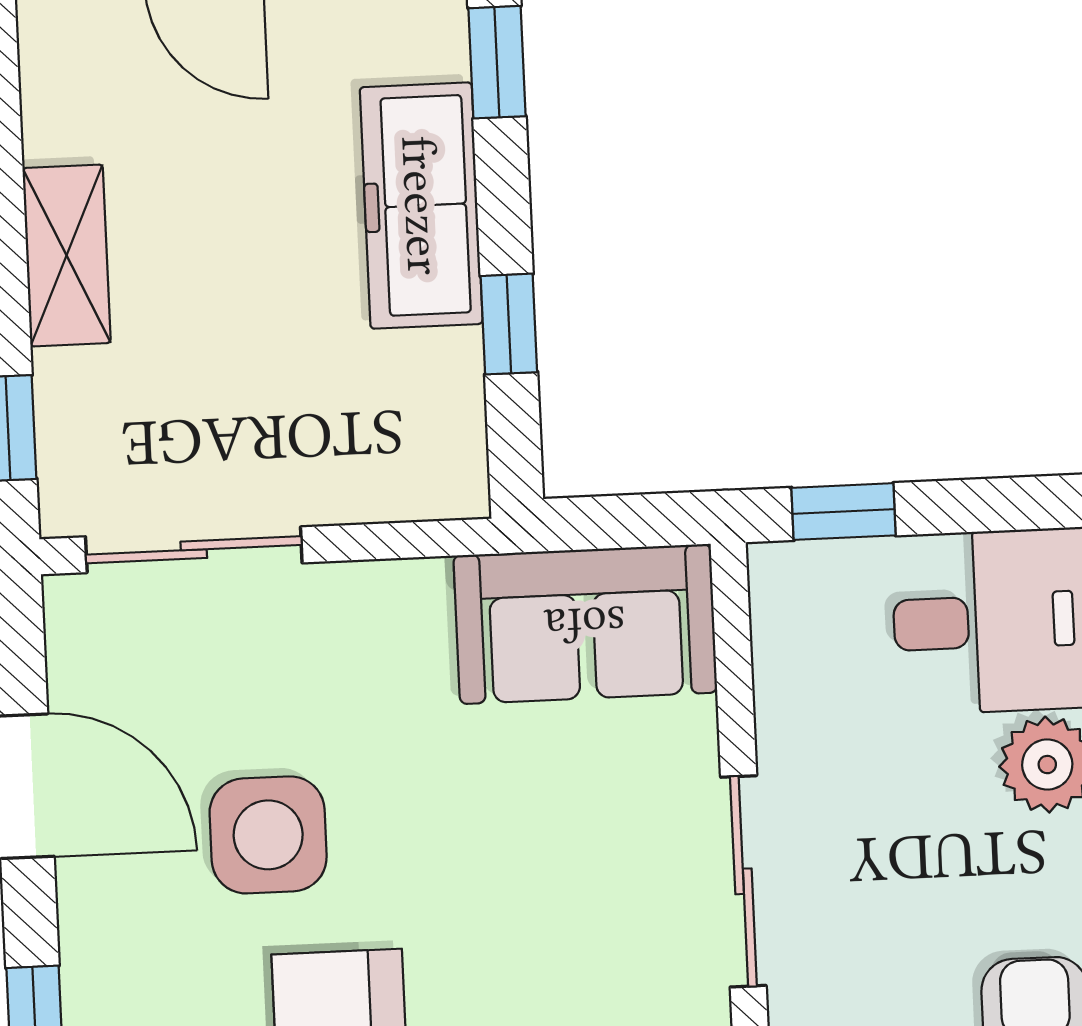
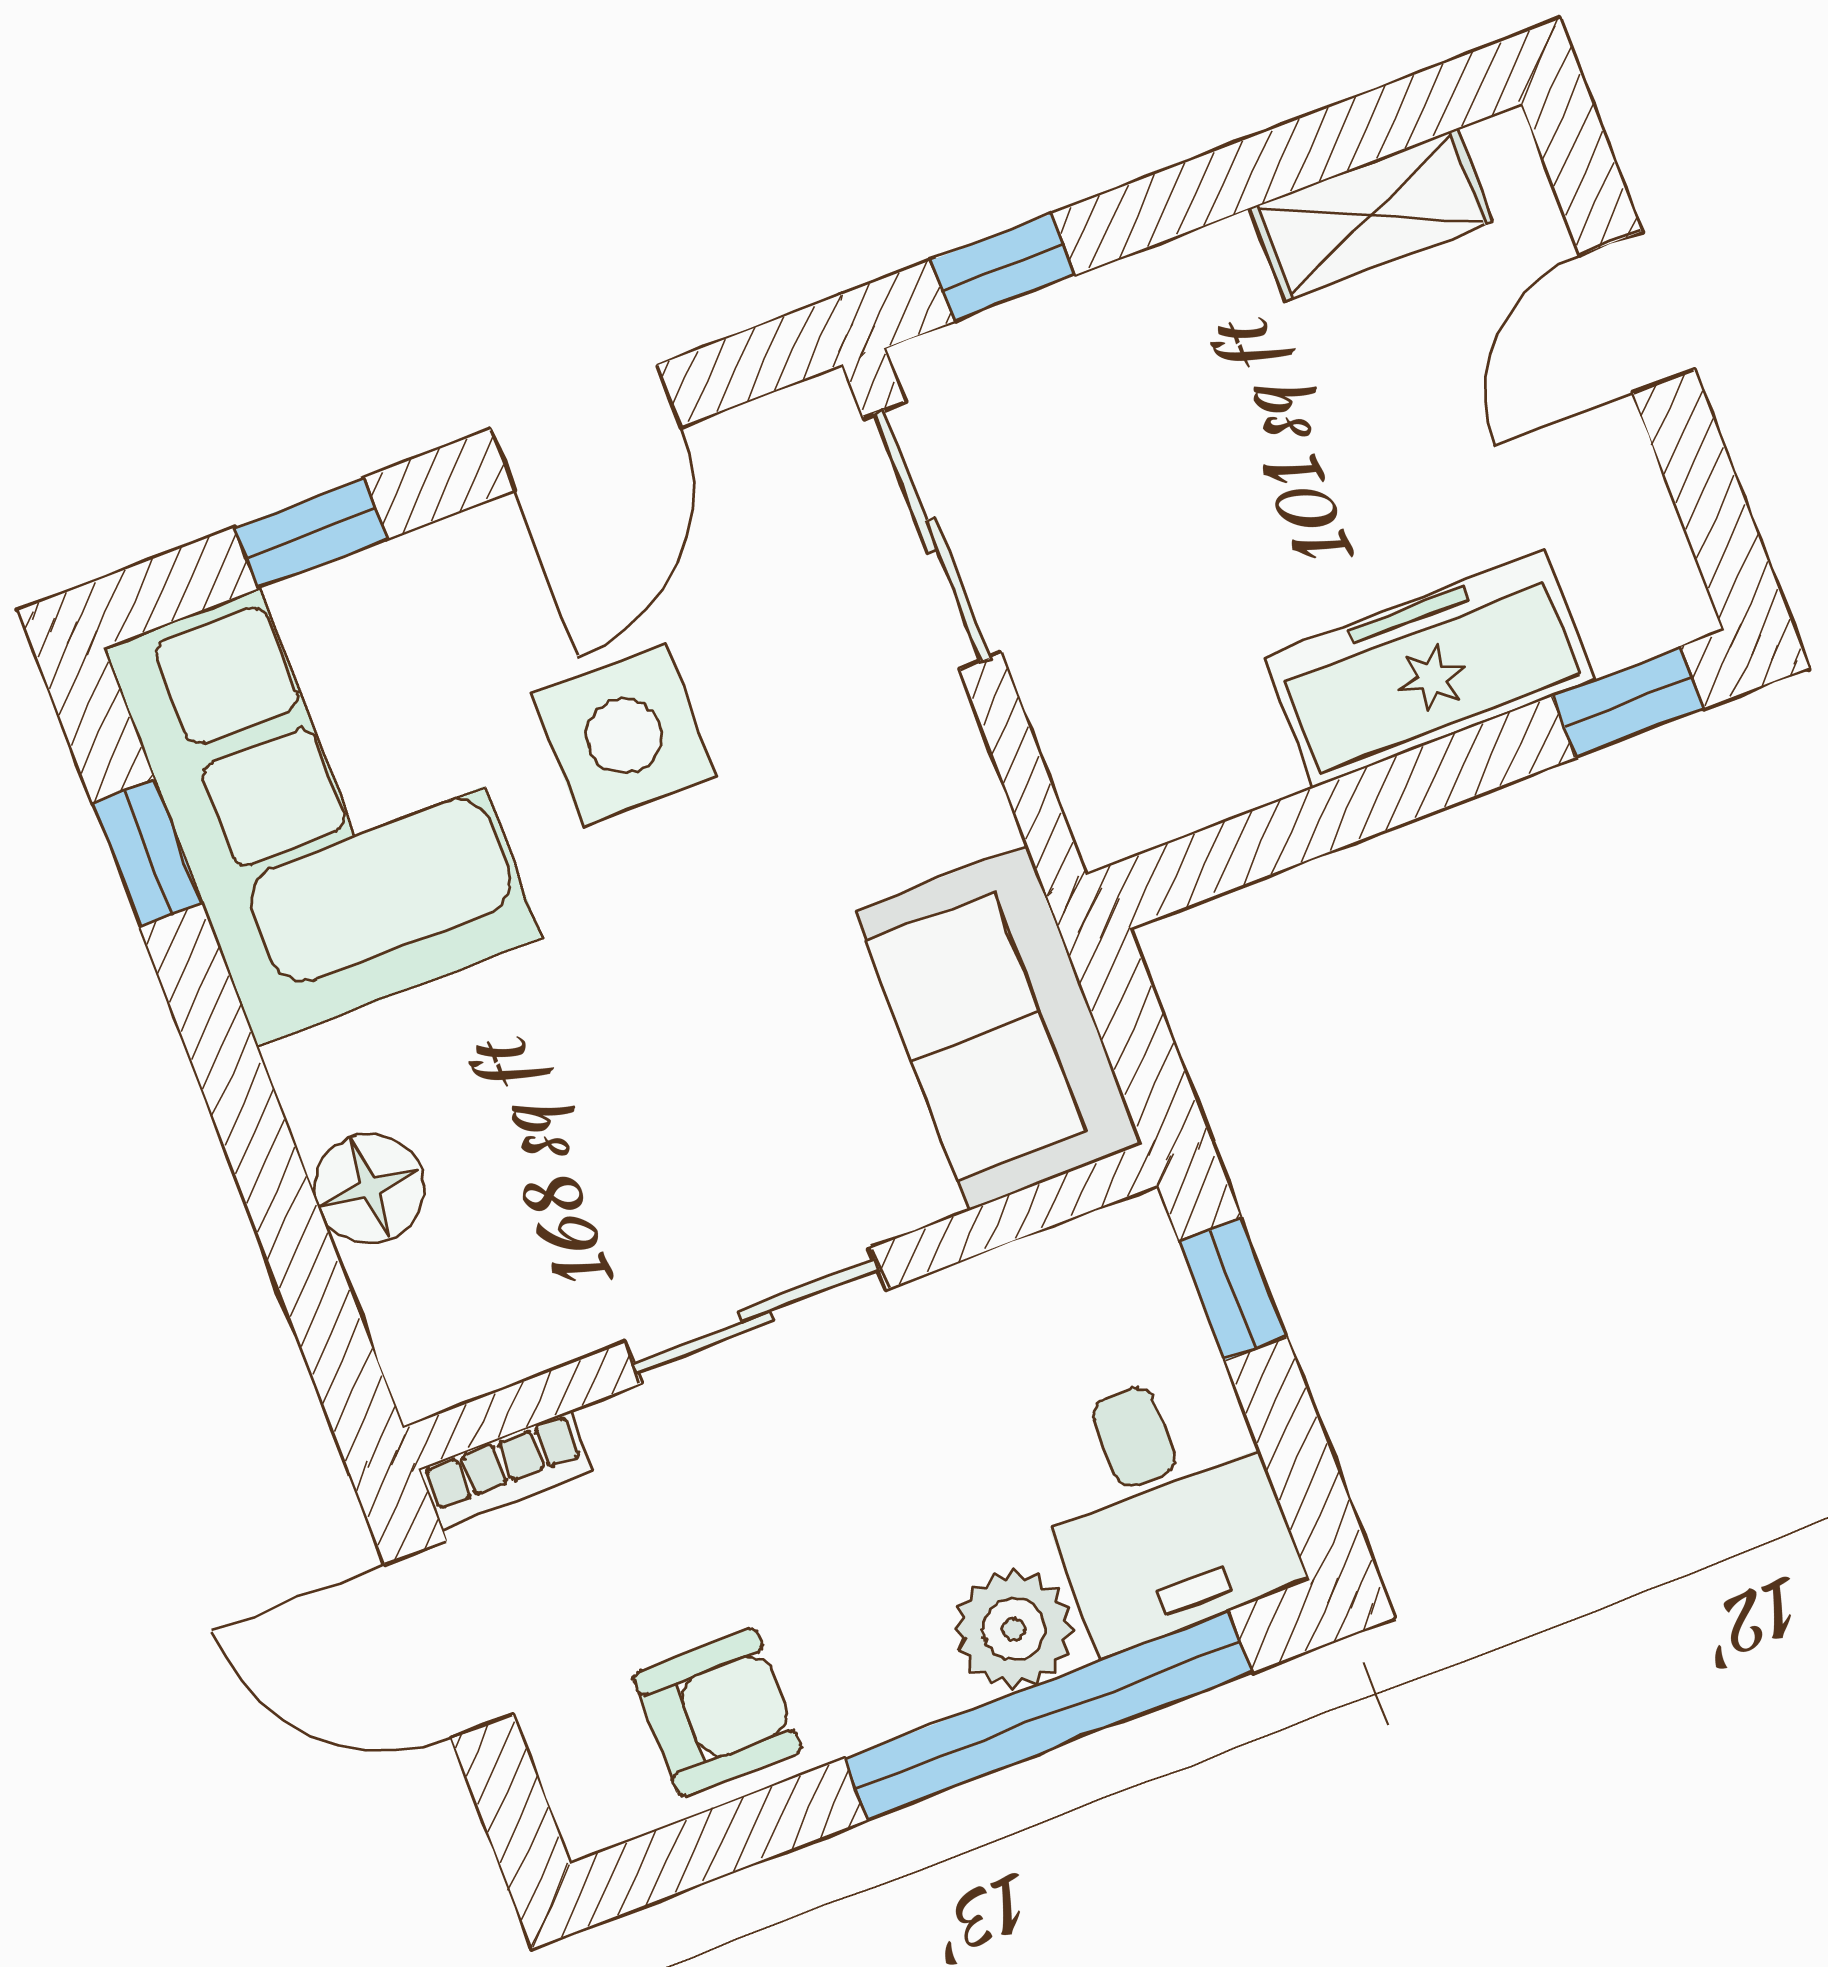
shelving: (67, 256) -> (1371, 215), moved
window: (509, 324) -> (1323, 819), removed

